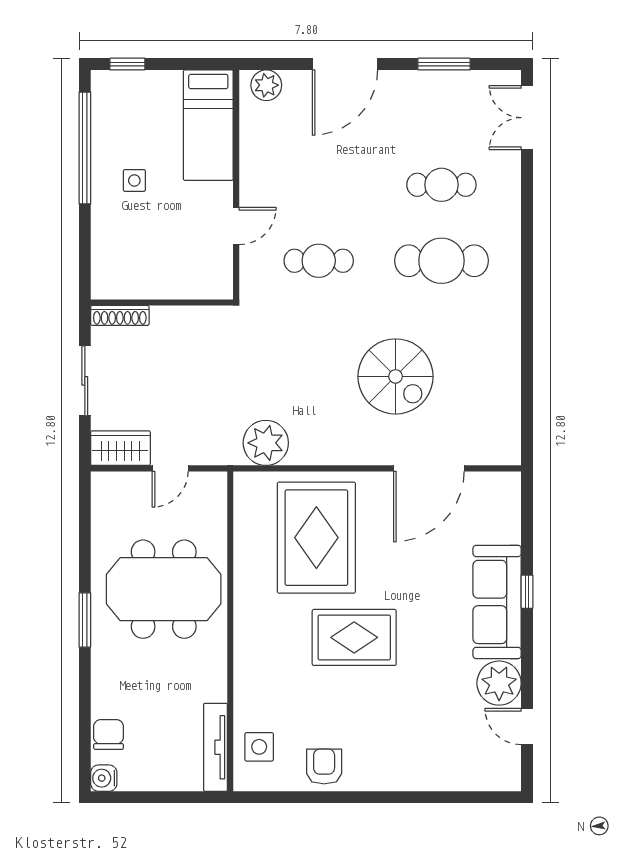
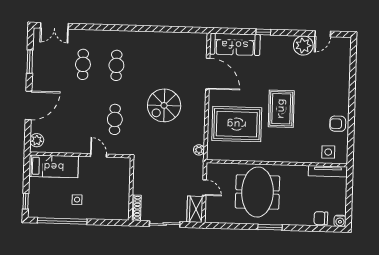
door: (345, 64) -> (28, 105), hinge flipped
cafe table: (441, 261) -> (116, 65), width x0.73, depth x0.74
spiral stairs: (395, 376) -> (164, 105), moved, turned 180
plant: (266, 443) -> (199, 150), width x0.53, depth x0.53
sofa: (497, 602) -> (235, 44), moved

